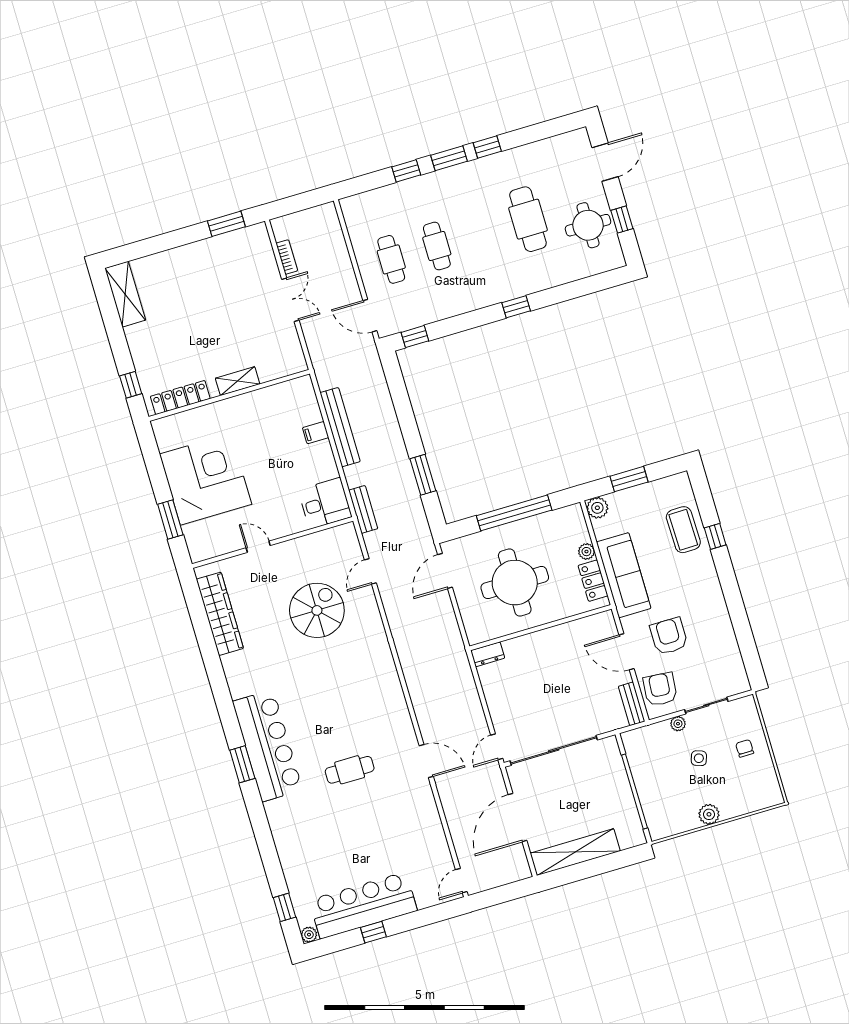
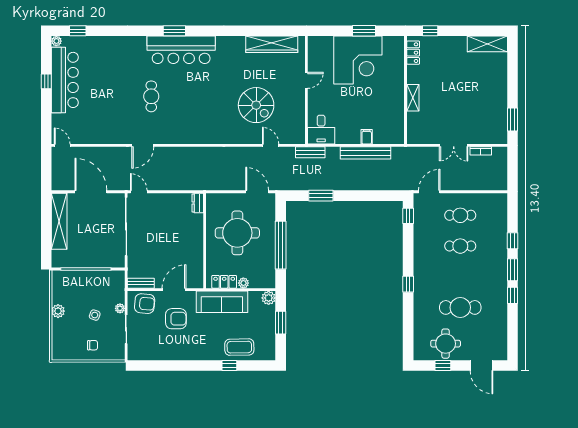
locker: (180, 398) -> (413, 53), width x0.66
window: (170, 519) -> (364, 31), moved

